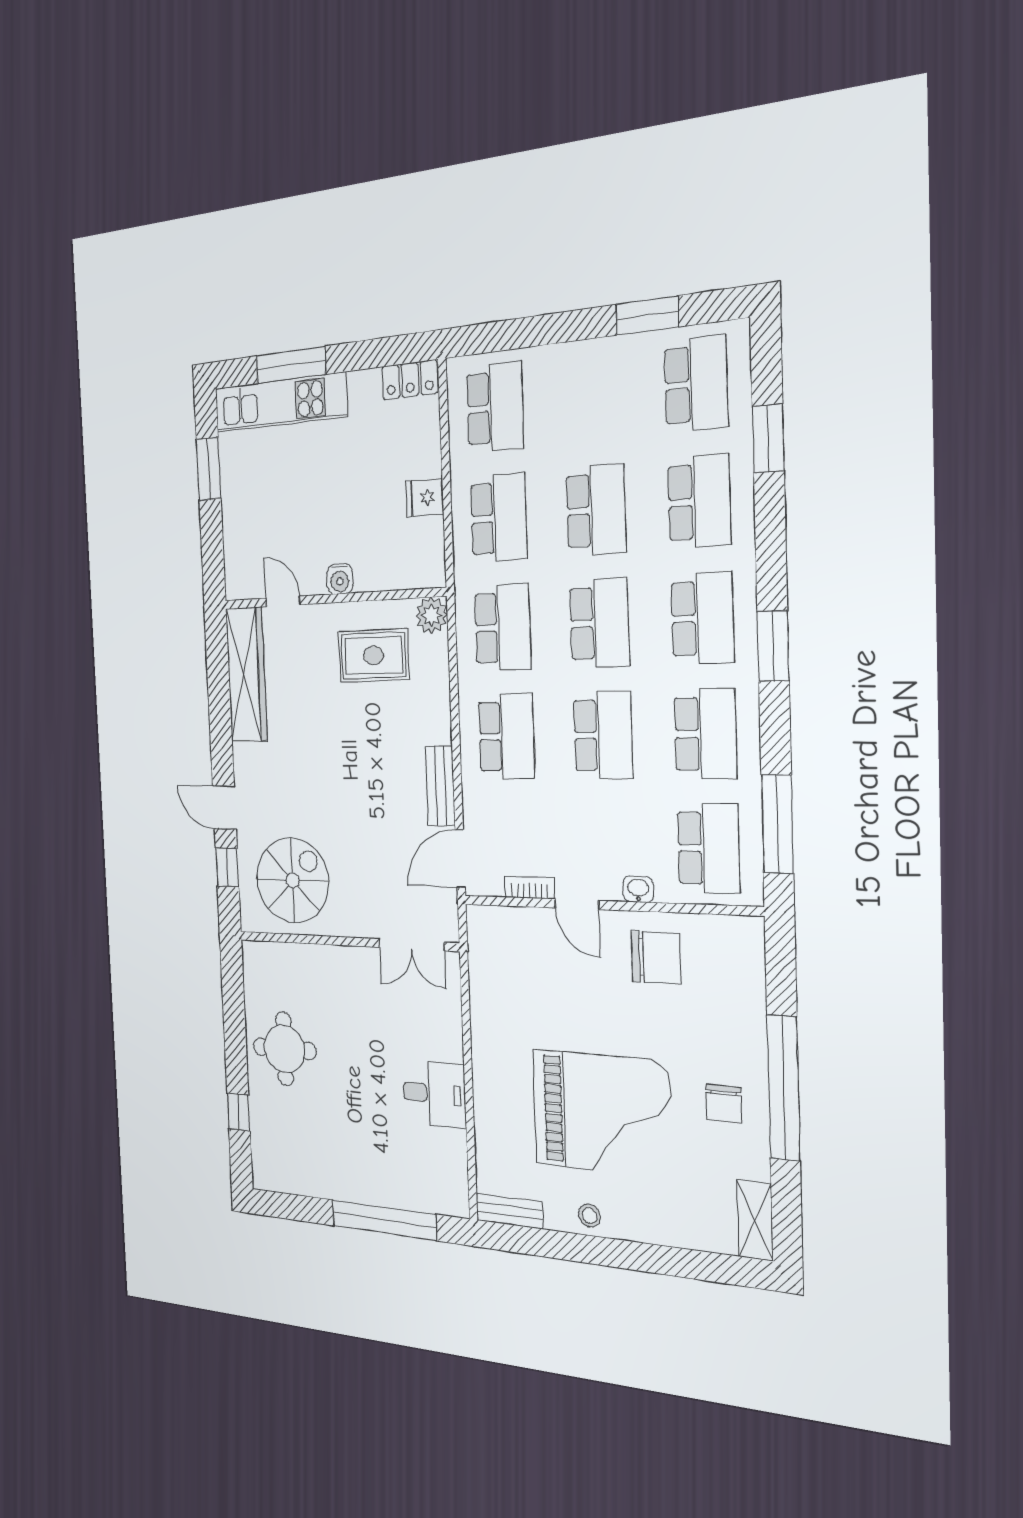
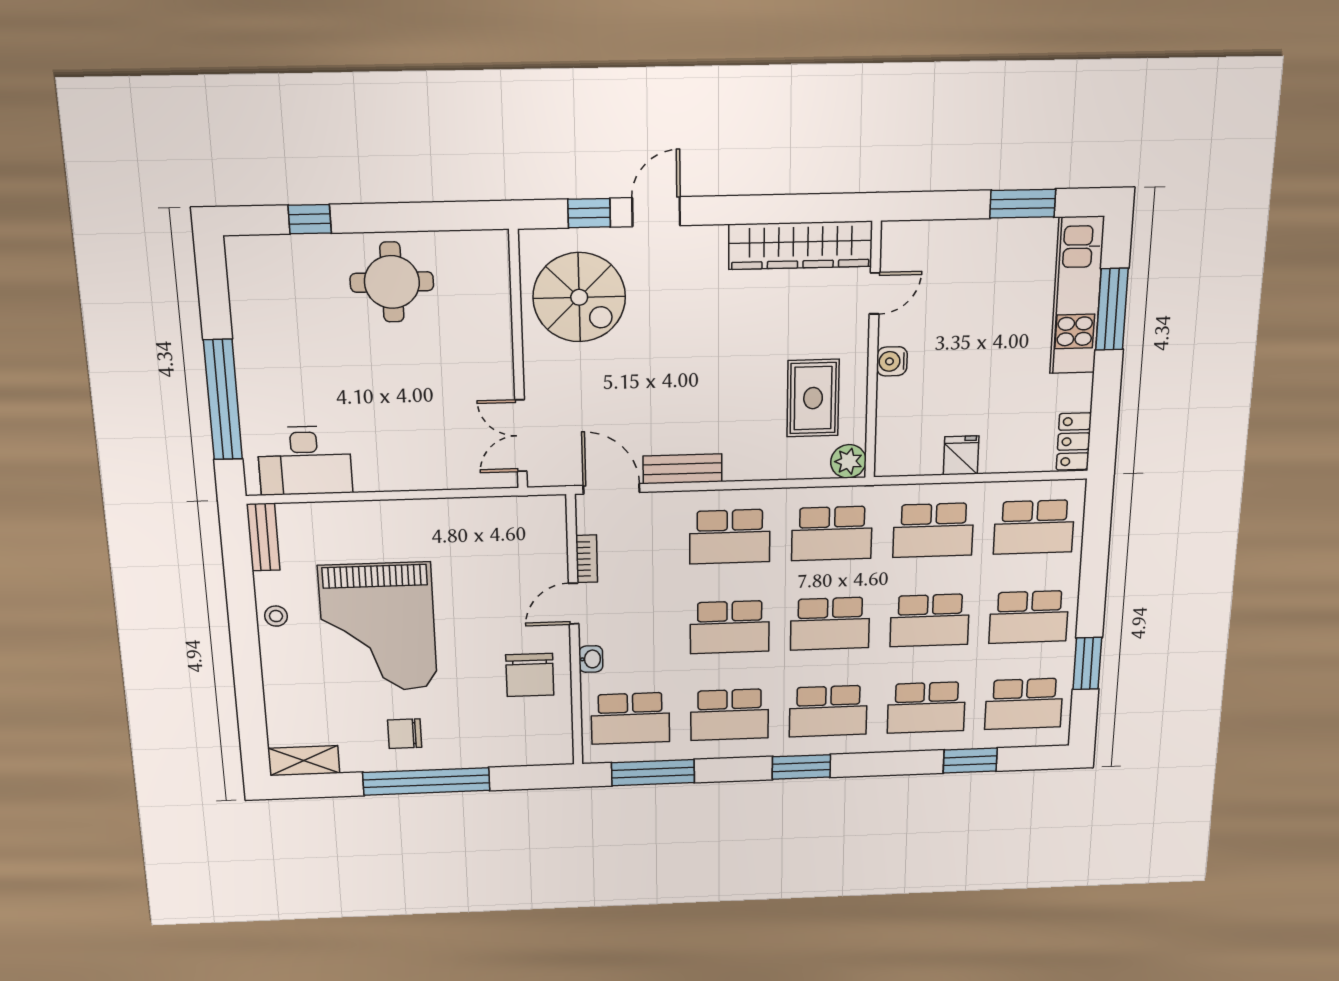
school desk: (593, 396) -> (1029, 617), added
desk: (434, 1094) -> (305, 461), moved, width x1.37

